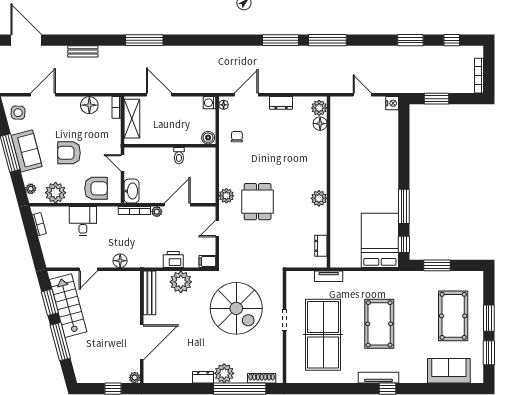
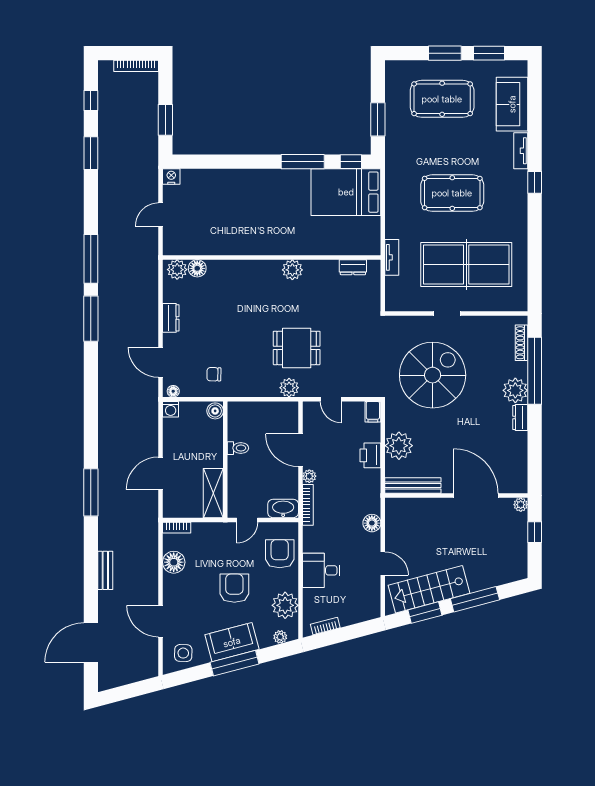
shelving: (132, 119) -> (213, 493), moved, turned 90
armchair: (69, 153) -> (234, 588), turned 180
tv unit: (378, 378) -> (521, 151), moved, width x0.71

